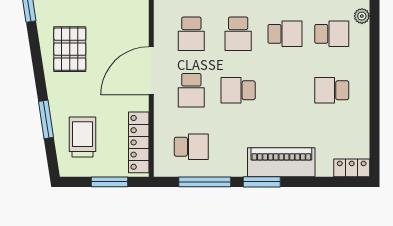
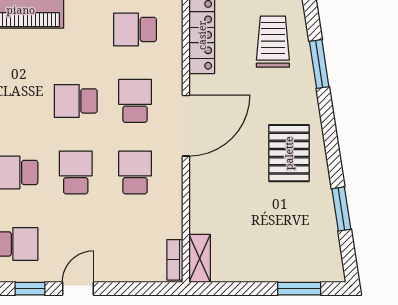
school desk: (238, 90) -> (76, 101), turned 180
trolley: (82, 137) -> (273, 42), turned 180

